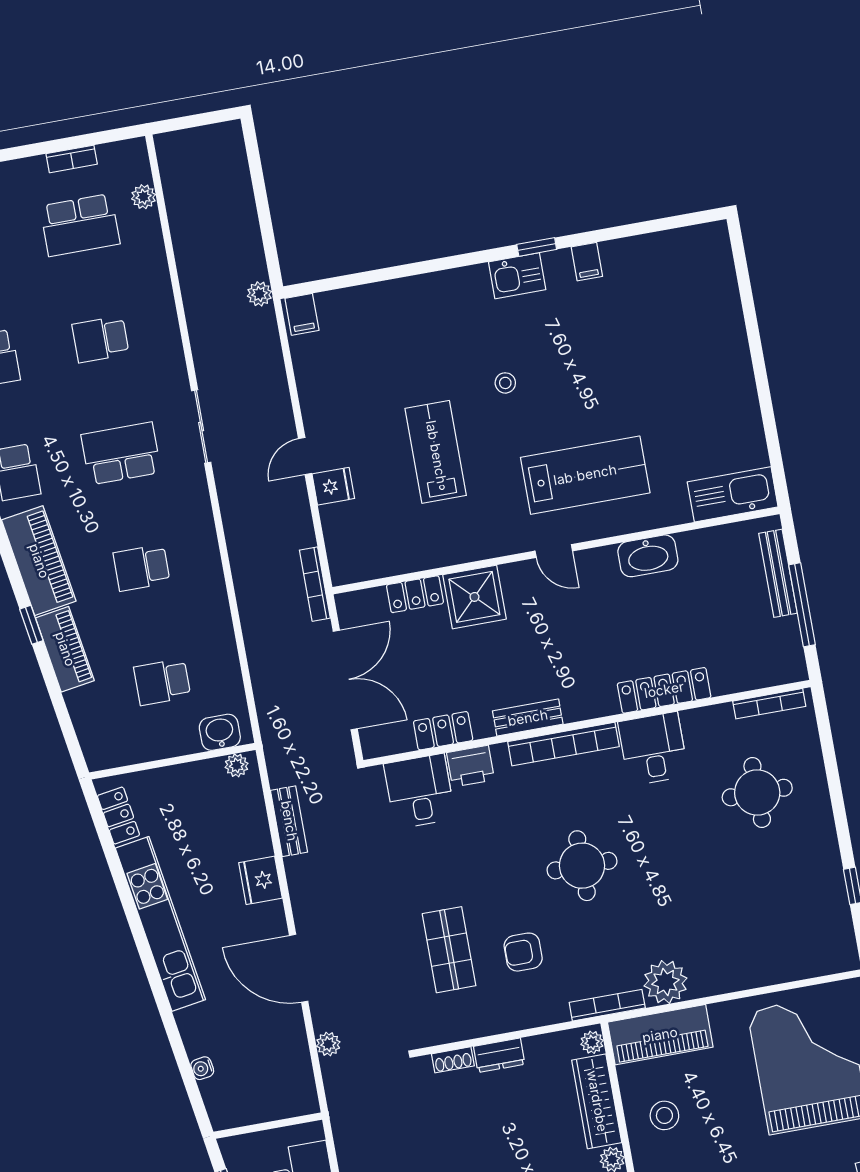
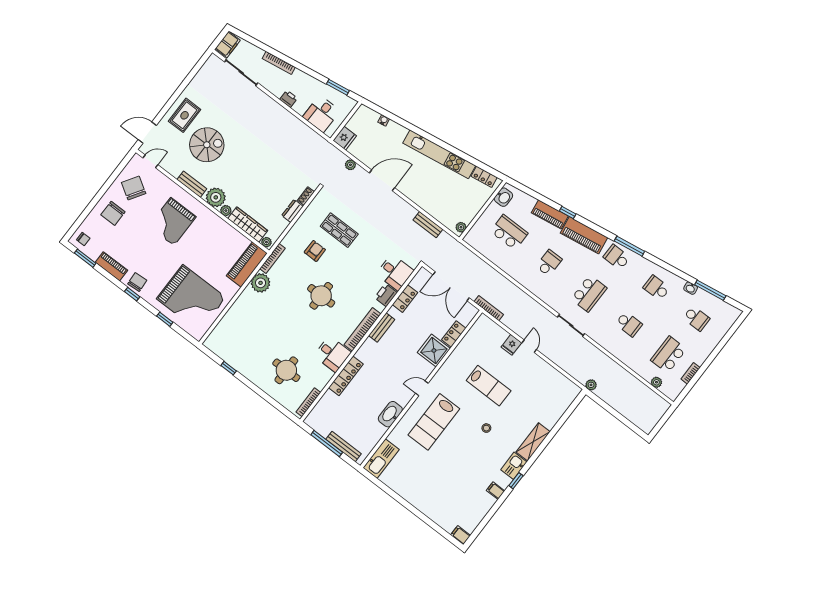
shelving: (447, 287) -> (533, 442), added
filing cabinet: (302, 314) -> (461, 535), moved
school desk: (100, 339) -> (629, 324), turned 90
school desk: (162, 682) -> (509, 232), width x1.85
washbasin: (220, 732) -> (503, 197), moved
fridge: (260, 880) -> (345, 138), moved, turned 90
stool: (664, 1115) -> (222, 240), removed

